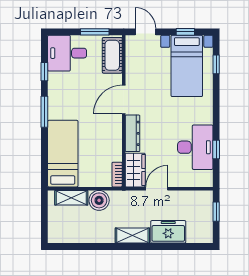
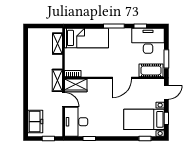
desk: (67, 53) -> (148, 41), width x1.37
door: (124, 100) -> (122, 78), swing flipped
dresser: (133, 133) -> (100, 84), removed
desk: (195, 147) -> (76, 122), moved, turned 90
boiler: (99, 200) -> (56, 62), removed
freezer: (168, 232) -> (35, 122), moved
shelving: (132, 235) -> (57, 80), moved

